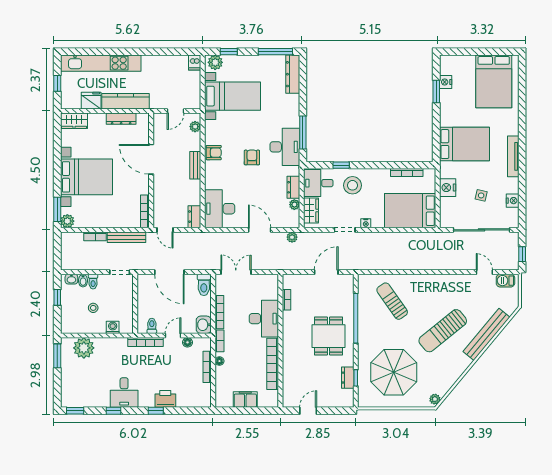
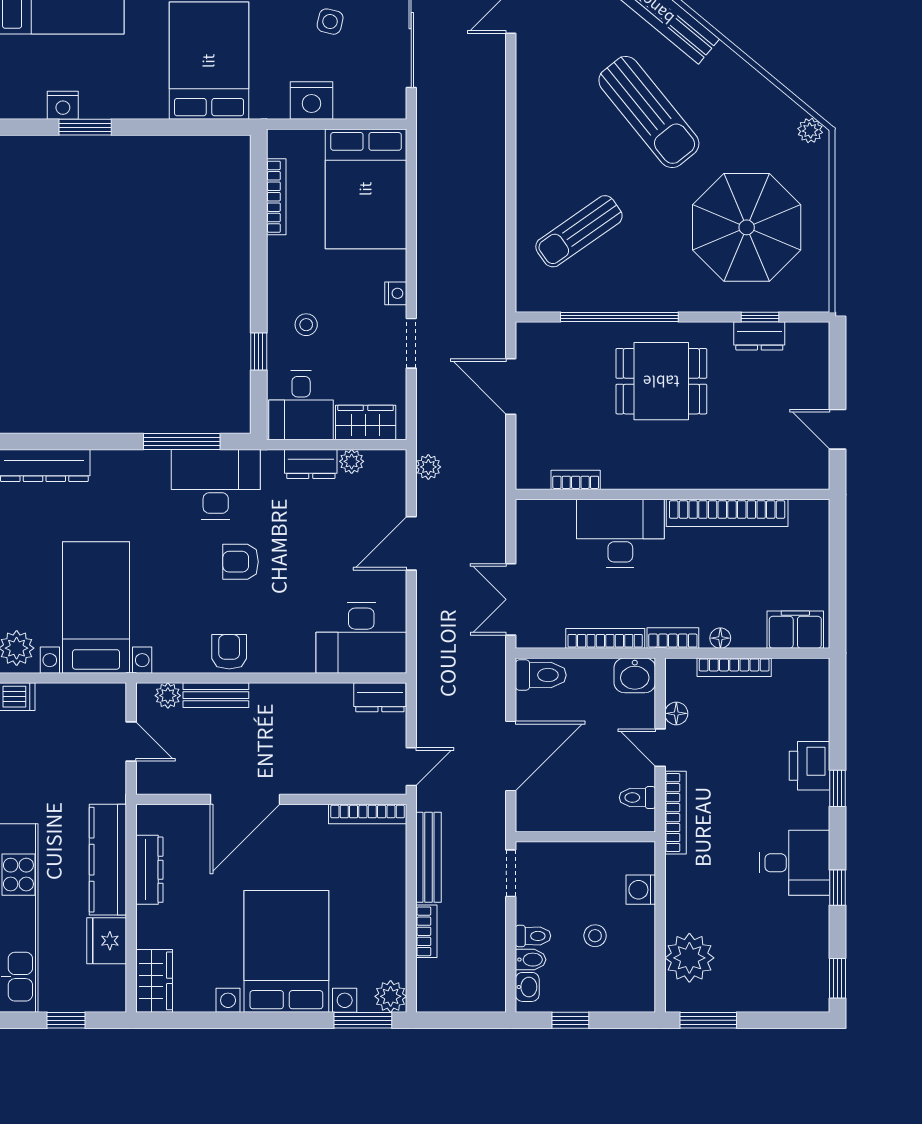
bench: (195, 165) -> (216, 695), moved
stool: (353, 185) -> (306, 325), width x0.53, depth x0.53
filing cabinet: (245, 400) -> (795, 630), moved, turned 90

